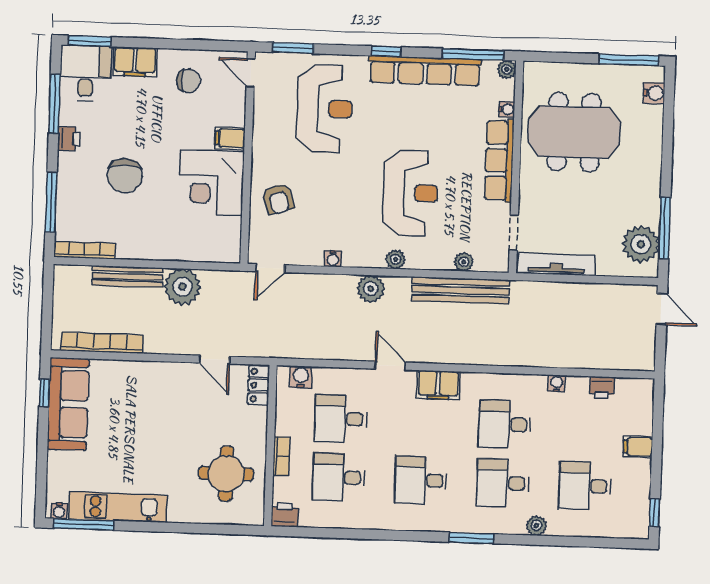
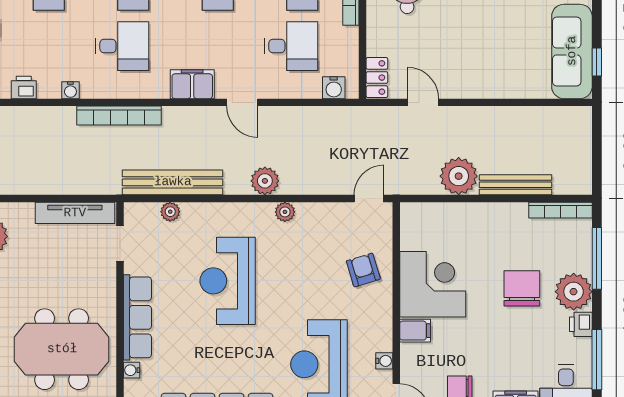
plant: (75, 171) -> (574, 292), added
water cooler: (333, 259) -> (384, 361), moved, turned 90
plant: (396, 259) -> (285, 212), moved
bookcase: (102, 343) -> (119, 116), moved

